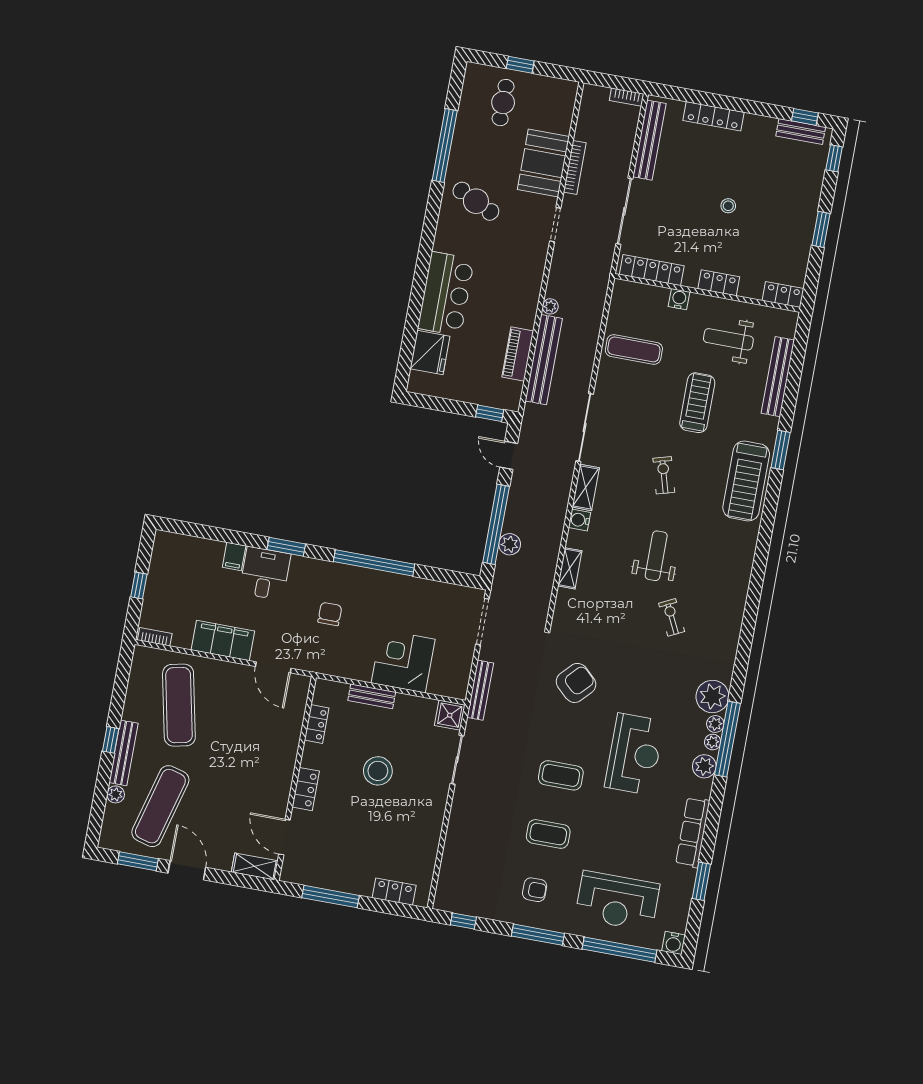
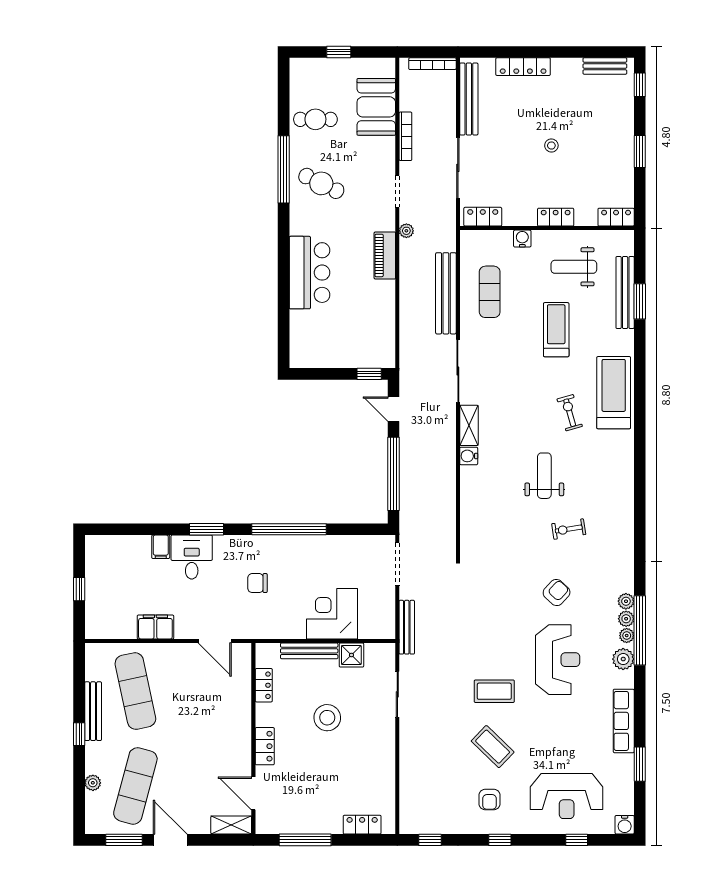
bookcase: (627, 97) -> (432, 64), width x1.56
cafe table: (503, 103) -> (315, 119), moved, turned 90
window: (805, 117) -> (606, 52), removed
window: (445, 145) -> (284, 169), moved
booth: (543, 163) -> (376, 107), moved
locker: (652, 270) -> (483, 217), width x0.66
plant: (550, 306) -> (406, 231), moved
exercise mat: (634, 349) -> (490, 292), turned 90
fridge: (430, 353) -> (305, 329), removed
piano: (518, 354) -> (385, 255), moved
bench: (544, 360) -> (446, 293), moved
window: (781, 450) -> (640, 301), moved
exercise bike: (664, 475) -> (570, 413), moved
treadmill: (746, 481) -> (614, 393), turned 180
plant: (510, 544) -> (409, 490), removed
shelving: (570, 568) -> (468, 501), removed
chair: (330, 614) -> (257, 583), turned -90
exercise bike: (672, 617) -> (569, 529), turned -73
bookcase: (155, 637) -> (102, 633), removed
filing cabinet: (223, 640) -> (155, 627), width x0.67, depth x0.86
armchair: (576, 683) -> (557, 592), moved, width x0.72, depth x0.72
bench: (372, 696) -> (309, 651), width x1.36
plant: (712, 696) -> (626, 601), width x0.53, depth x0.53
shower: (450, 715) -> (351, 655), moved
bench: (124, 753) -> (93, 711), moved
coffee table: (548, 834) -> (493, 747), turned 44
armchair: (535, 890) -> (489, 799), turned 90
window: (538, 935) -> (500, 840), width x0.46
window: (619, 950) -> (577, 840), width x0.32

